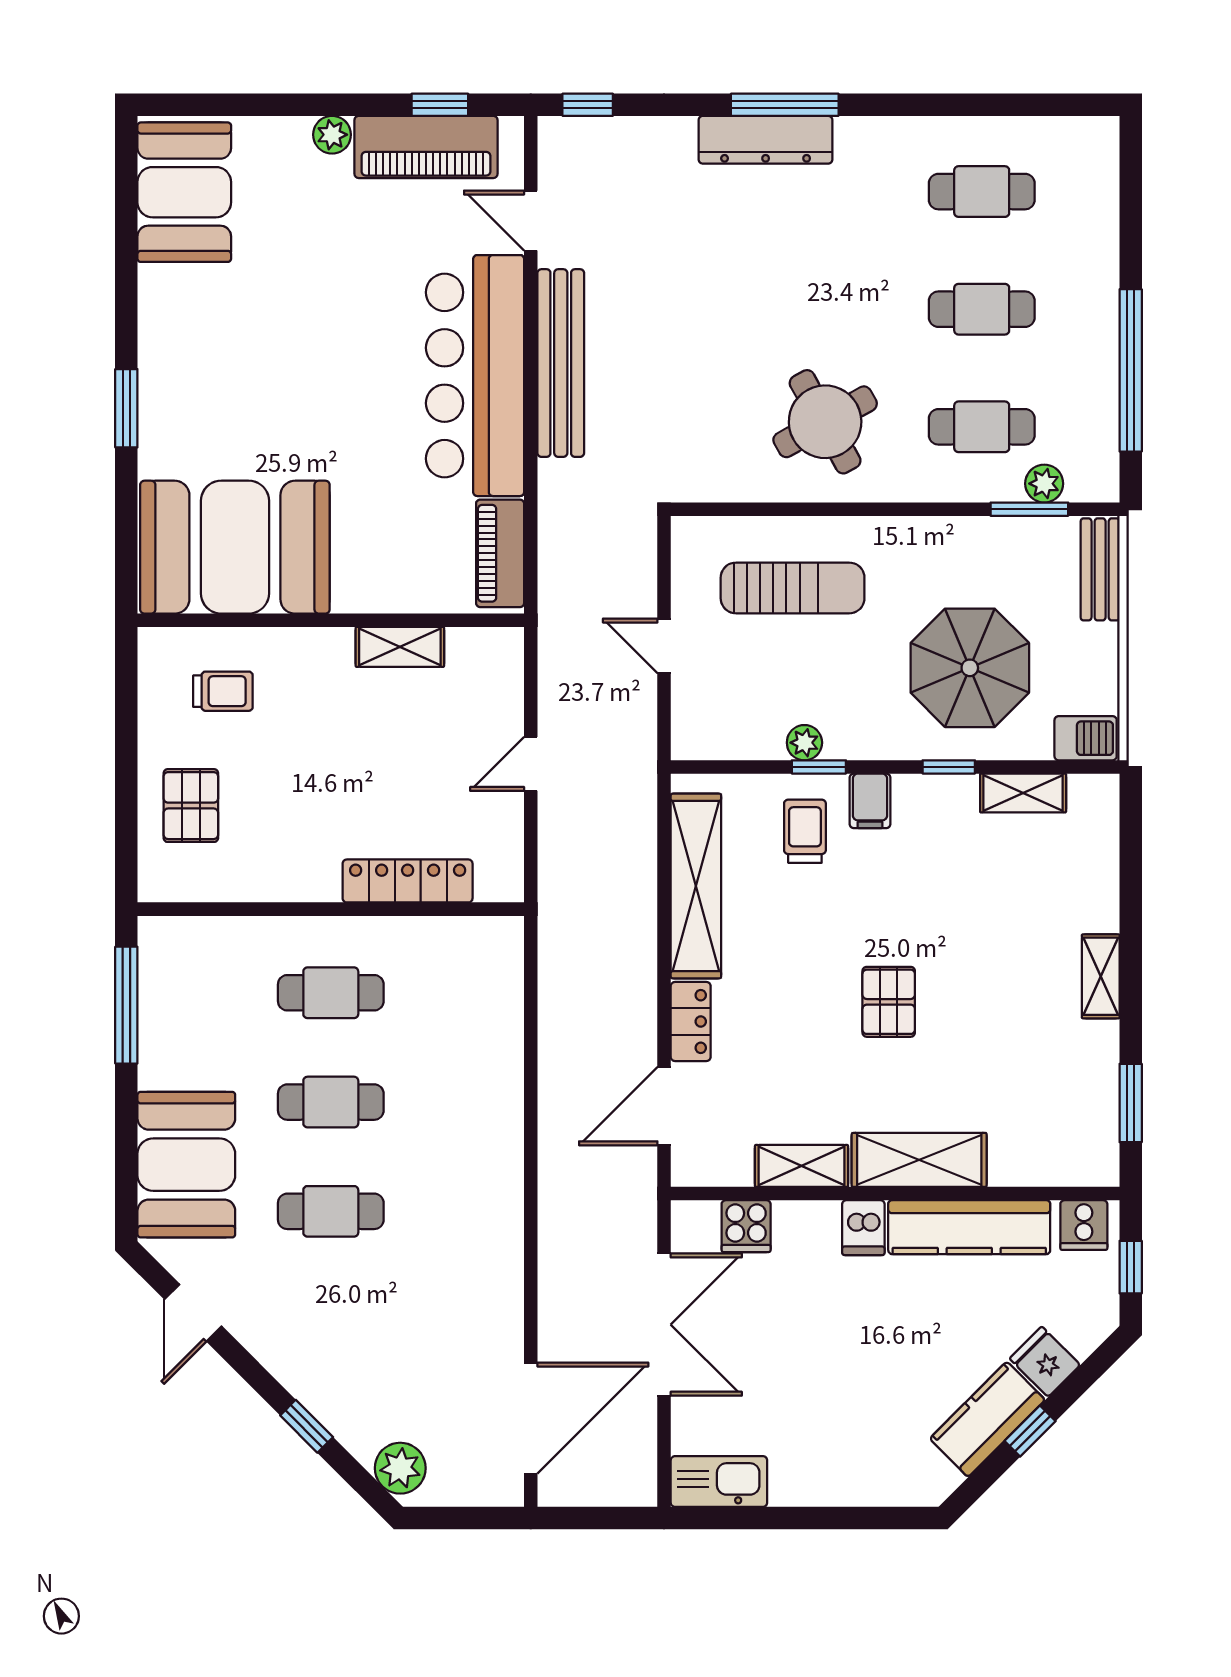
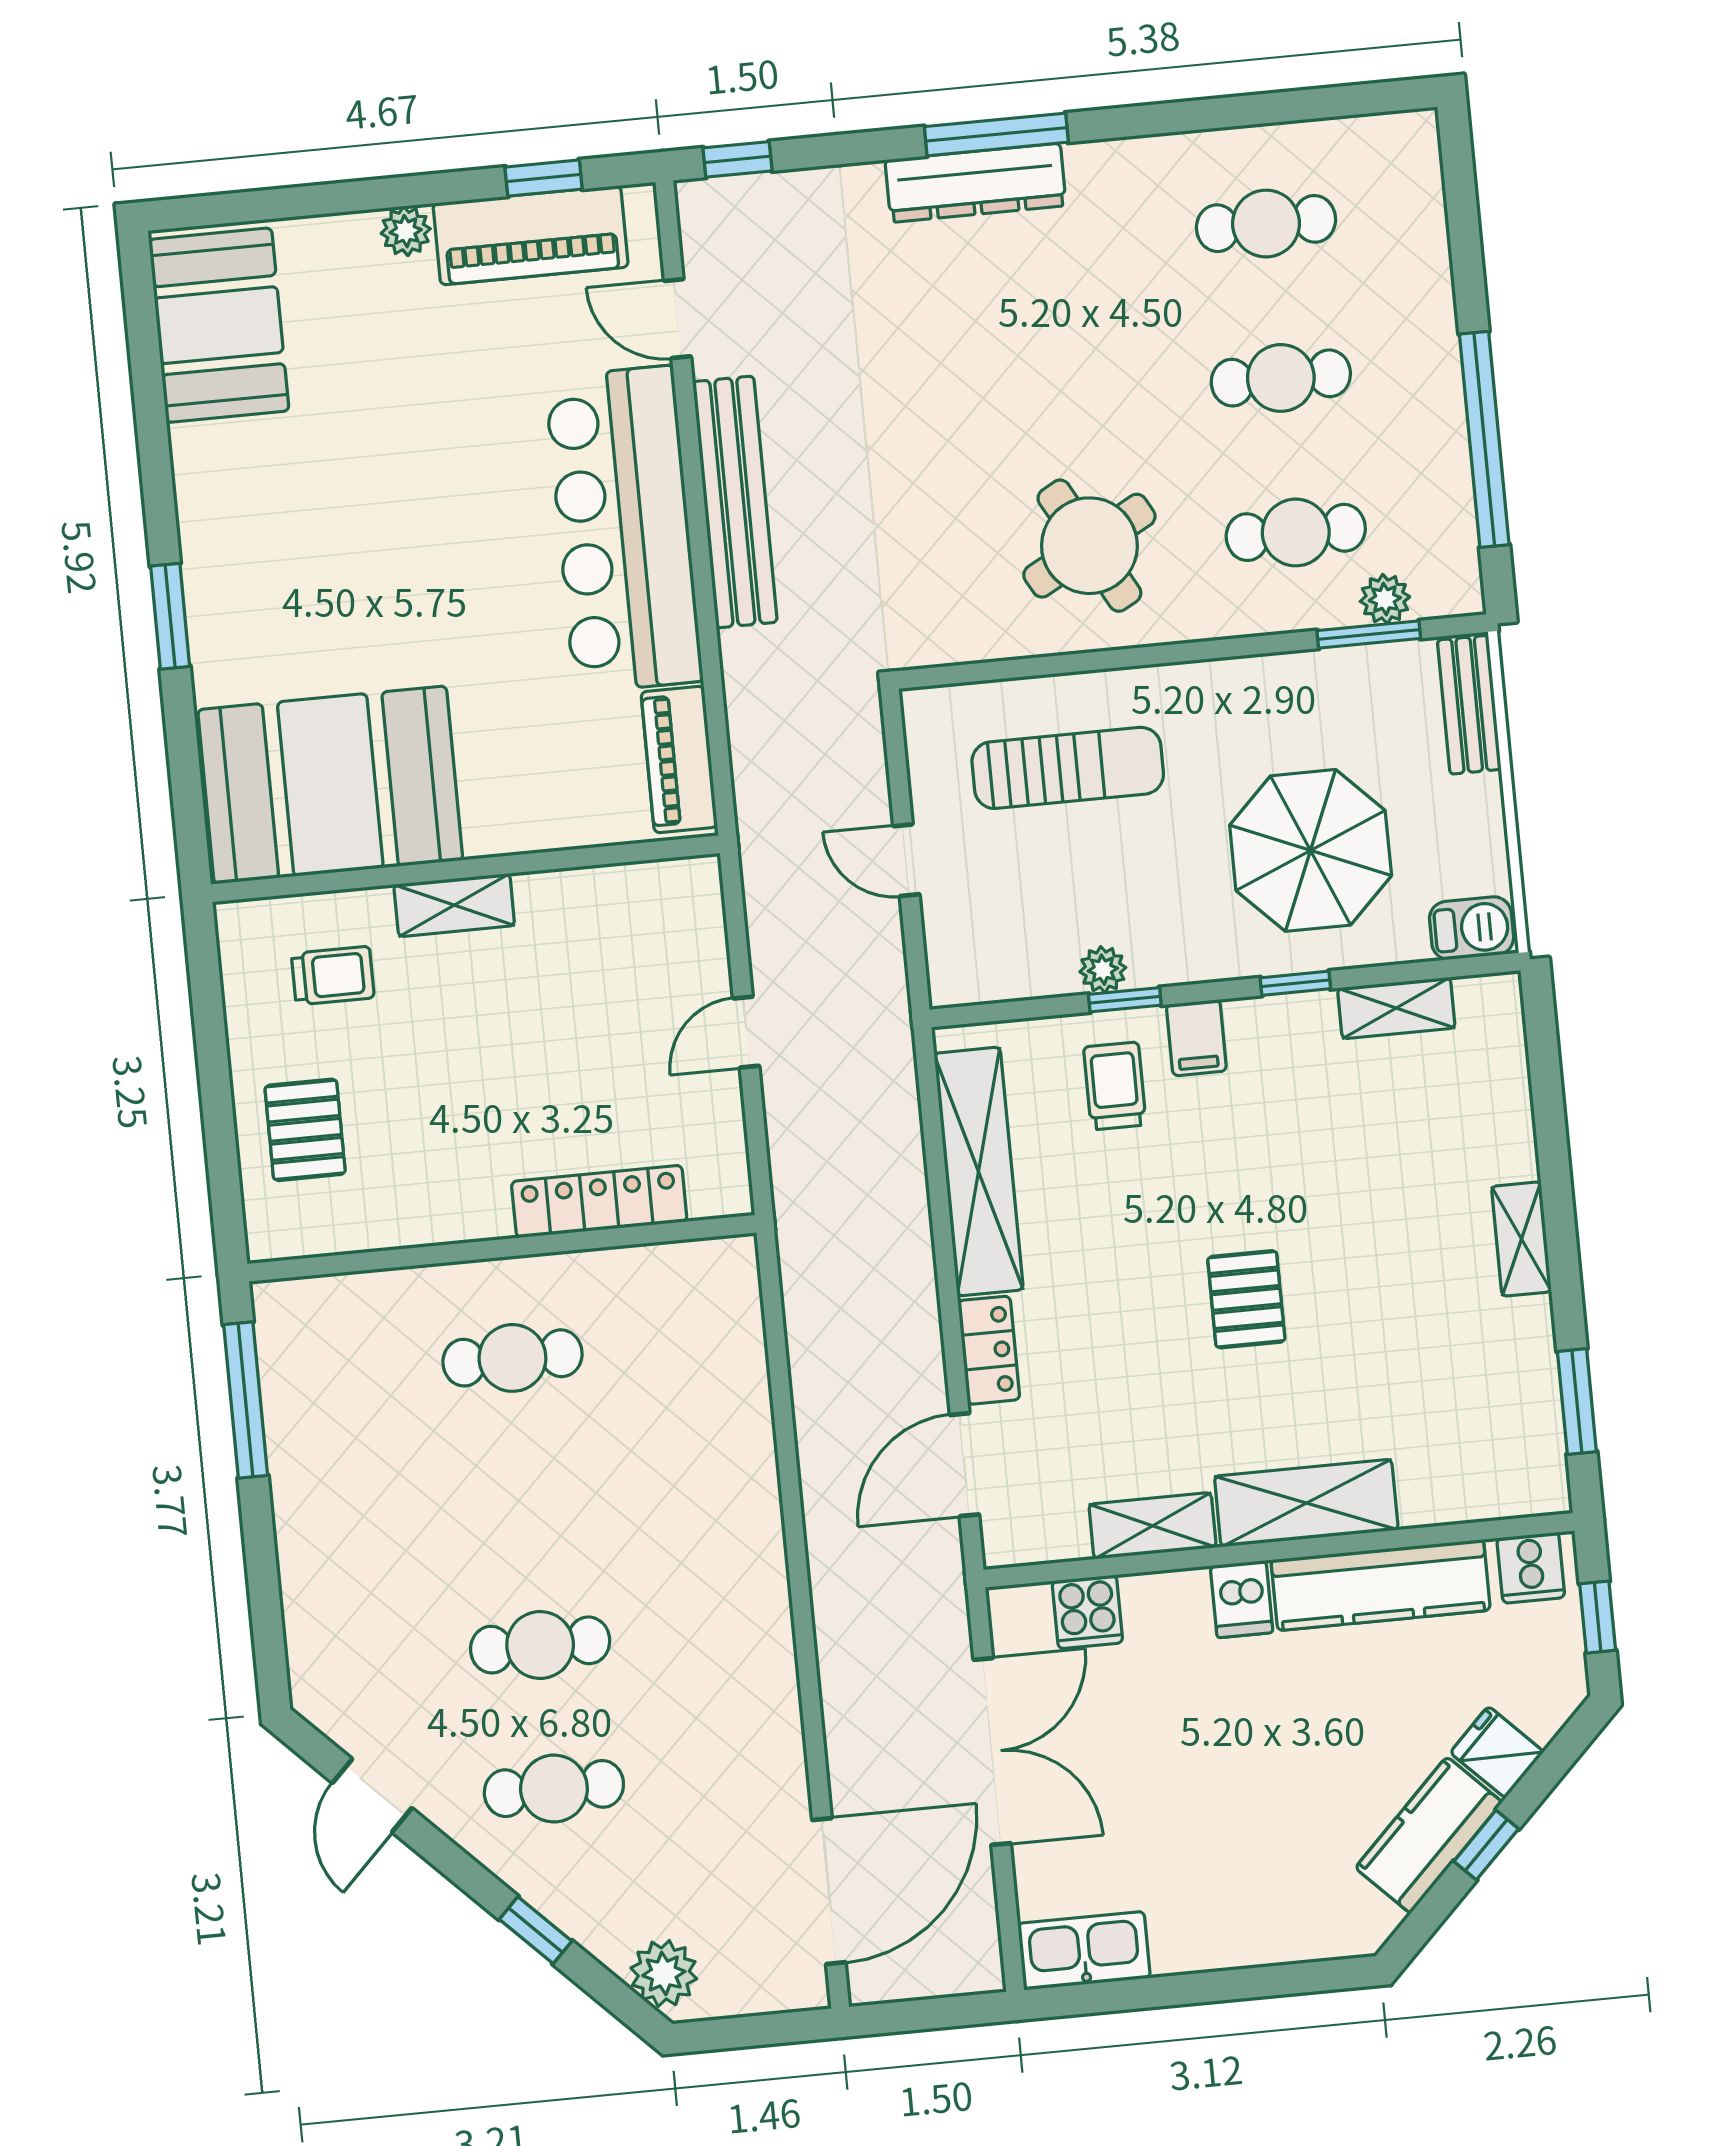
shelving: (400, 647) -> (454, 905), moved
cafe table: (331, 1102) -> (554, 1789), moved
booth: (186, 1165) -> (345, 1602), removed

